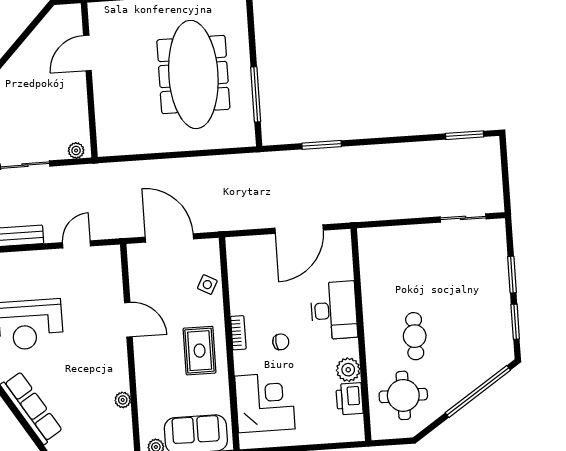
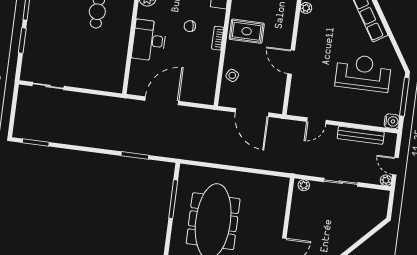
rug: (200, 351) -> (247, 31), turned 90

